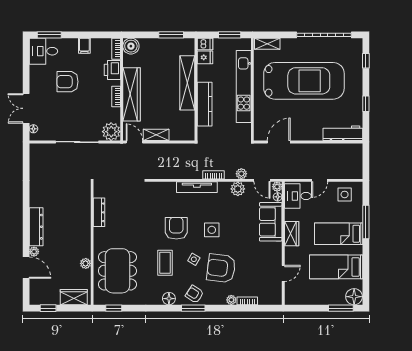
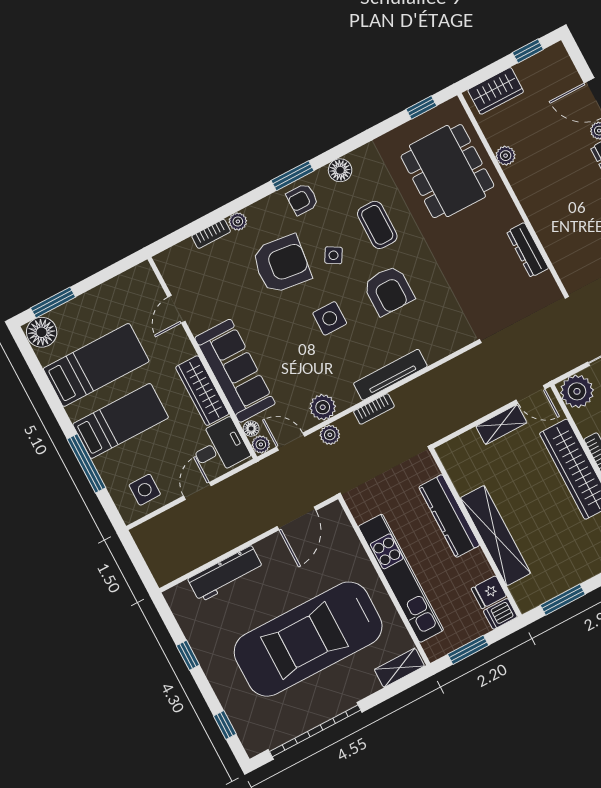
workbench: (343, 133) -> (226, 574), moved
sofa: (271, 222) -> (235, 371), width x1.36
wardrobe: (292, 234) -> (202, 391), width x1.50
armchair: (195, 294) -> (302, 199), turned 147

